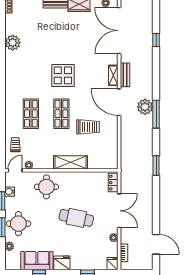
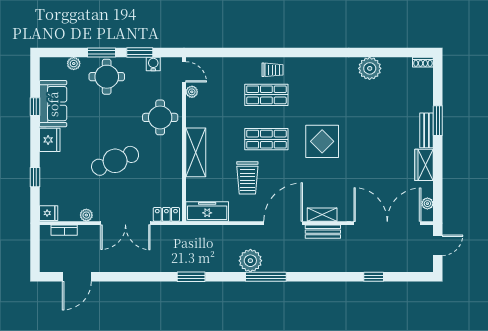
plant: (145, 107) -> (250, 261), moved
trolley: (15, 145) -> (273, 70), moved
freezer: (111, 155) -> (207, 211), added
cafe table: (76, 218) -> (115, 161), turned 56

